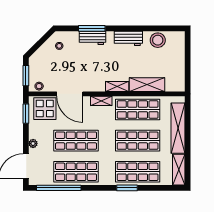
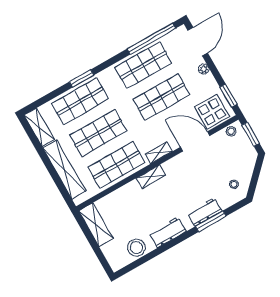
shelving: (147, 85) -> (96, 225), moved, turned 90

